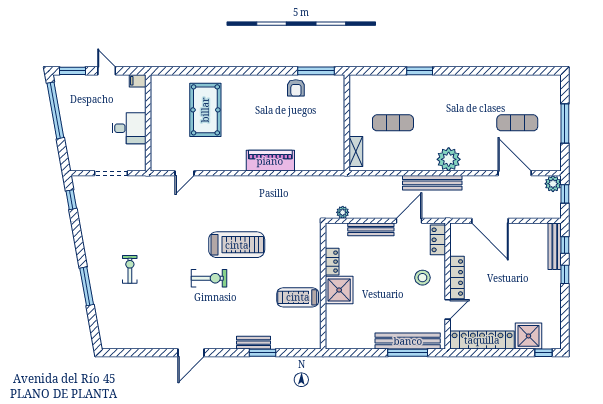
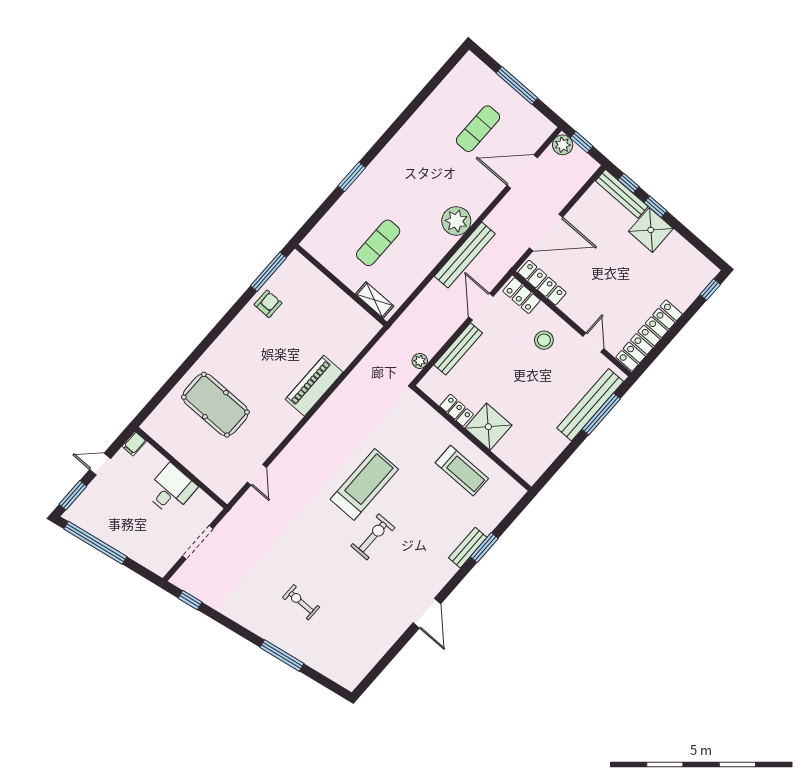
armchair: (296, 88) -> (268, 304), turned -90
locker: (457, 277) -> (542, 283), moved
treadmill: (298, 297) -> (462, 471), turned -90
shower: (528, 336) -> (651, 230), moved

